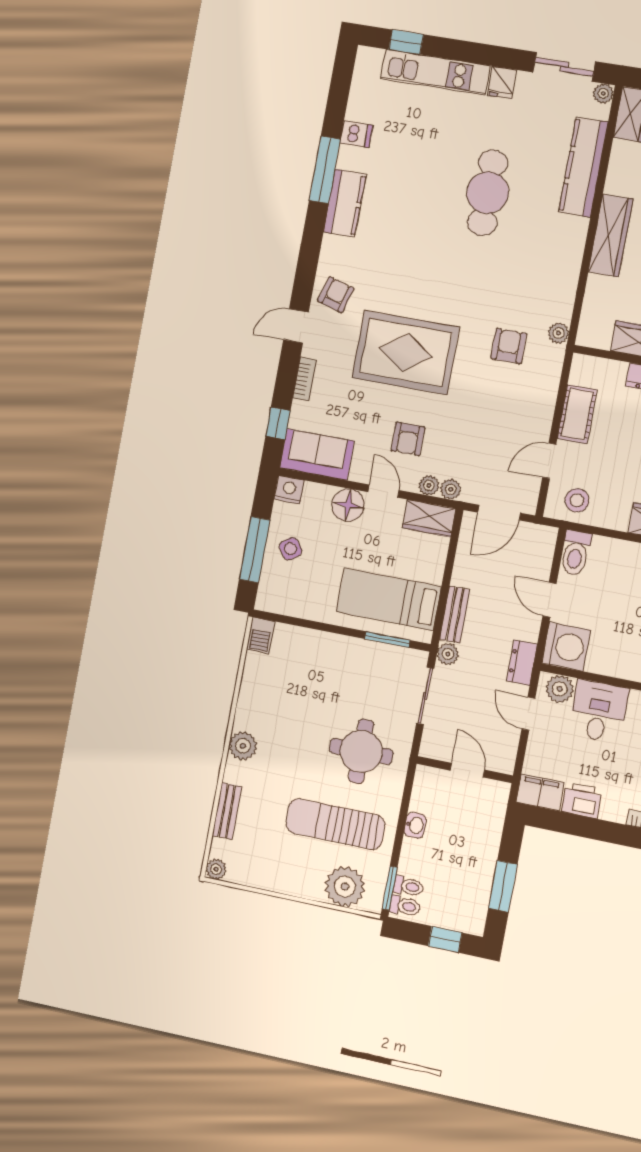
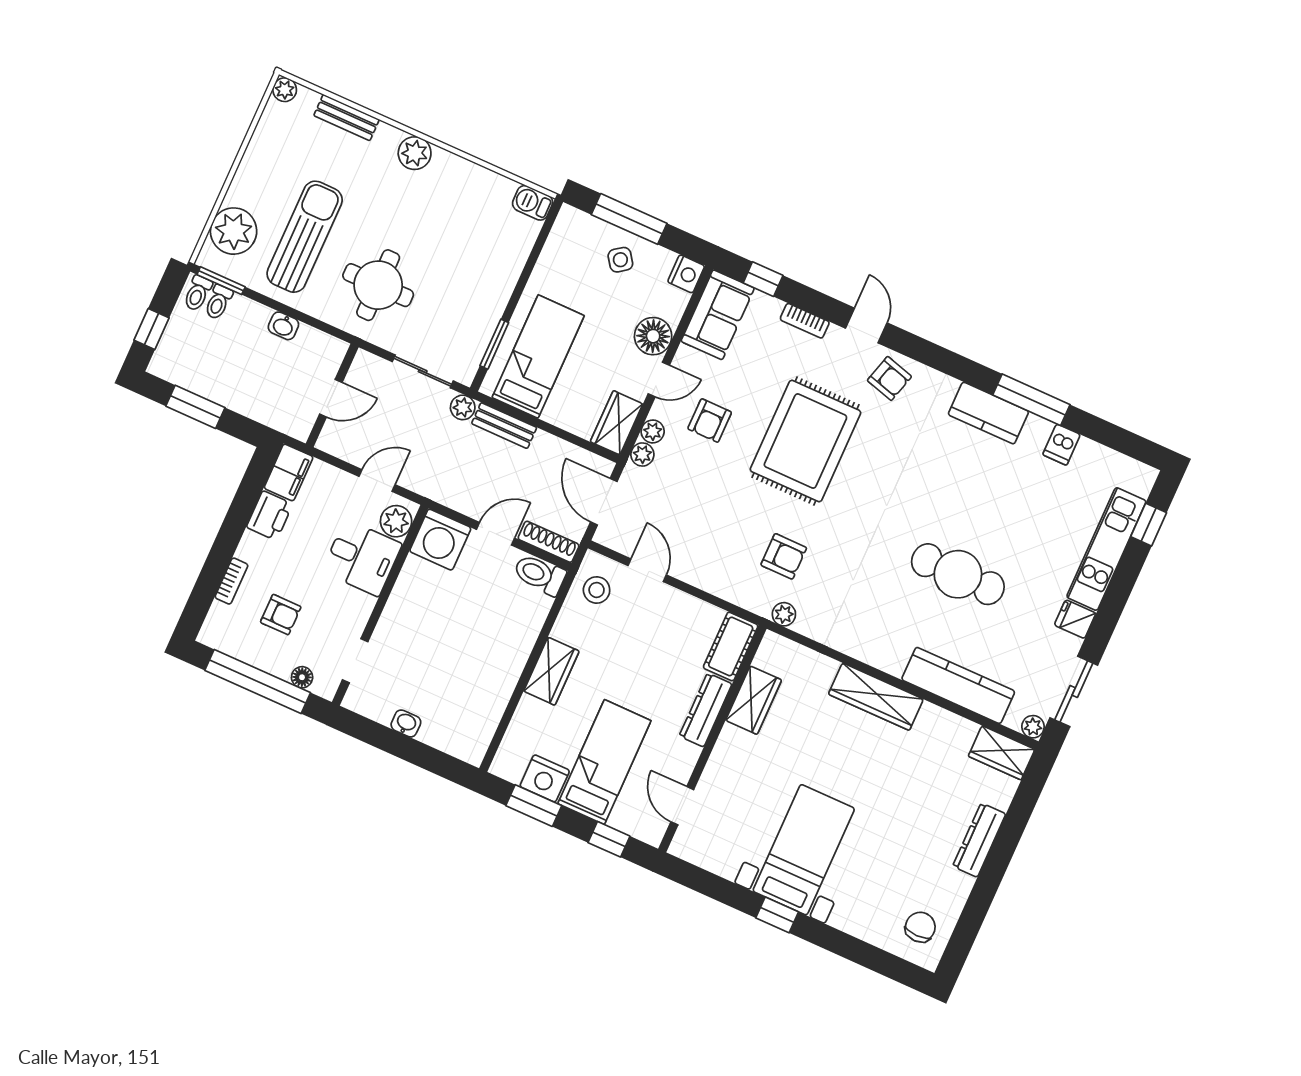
cot: (577, 414) -> (731, 646), moved, turned 90
armchair: (408, 439) -> (710, 420), turned -90
shoe rack: (545, 552) -> (549, 542), added
dresser: (522, 663) -> (434, 487), removed

